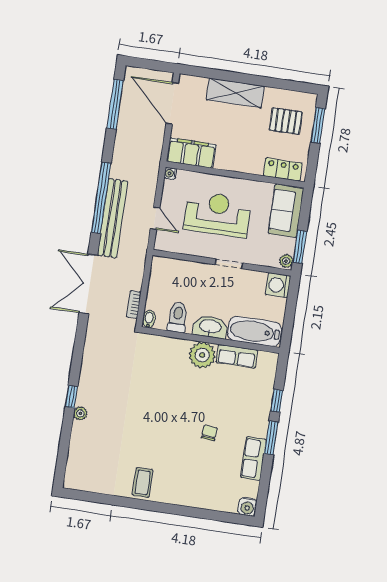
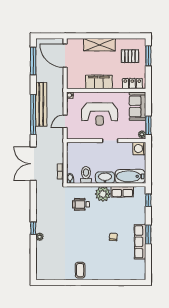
filing cabinet: (191, 153) -> (99, 82), moved
reception desk: (217, 214) -> (100, 114), turned 180
bench: (112, 218) -> (41, 104), moved
door: (155, 218) -> (65, 121), swing flipped
wheelchair: (161, 368) -> (81, 204), added
window: (277, 401) -> (148, 200), moved
row of seats: (253, 458) -> (140, 242), width x1.48
water cooler: (247, 507) -> (141, 275), removed

